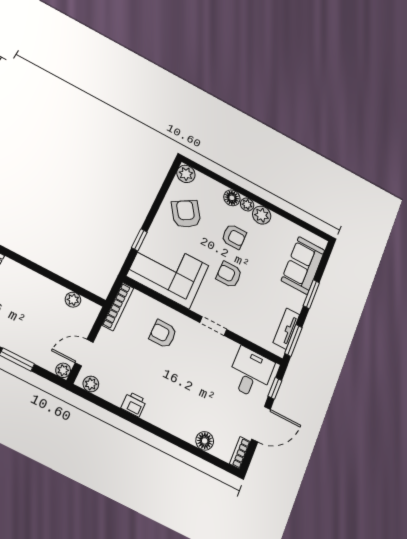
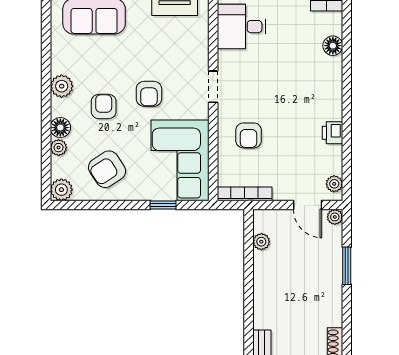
plant: (247, 204) -> (59, 148), moved

